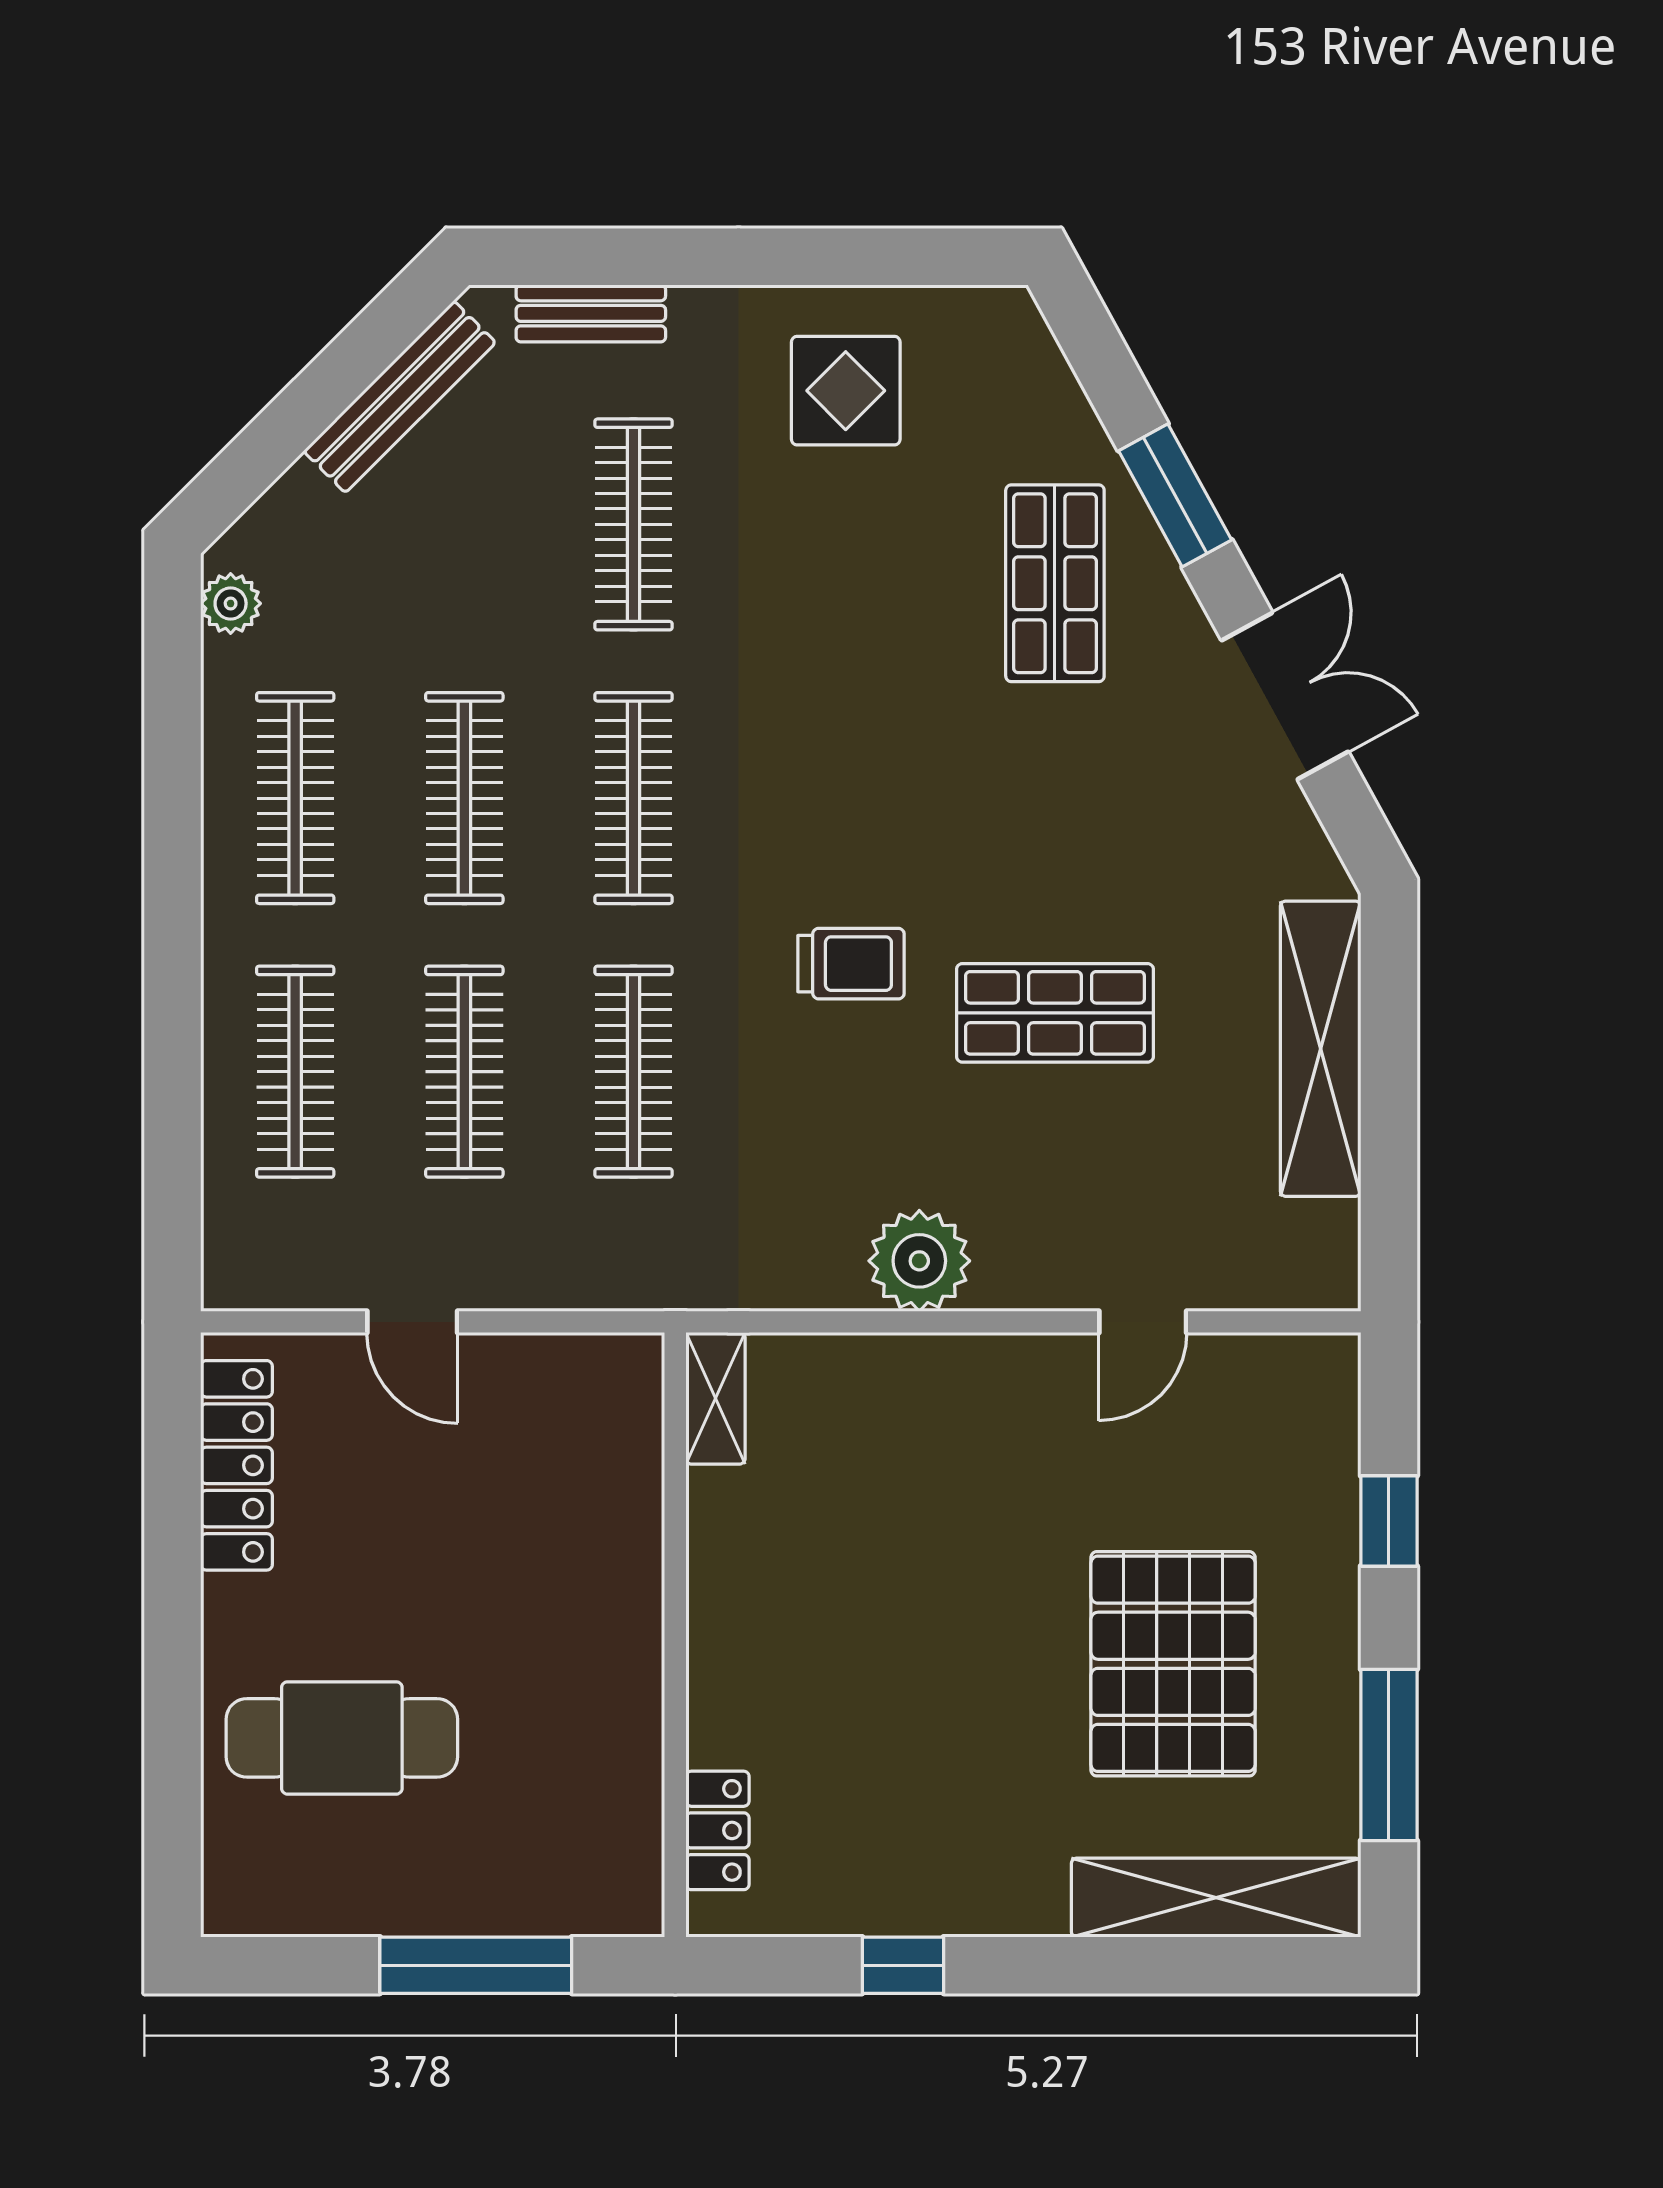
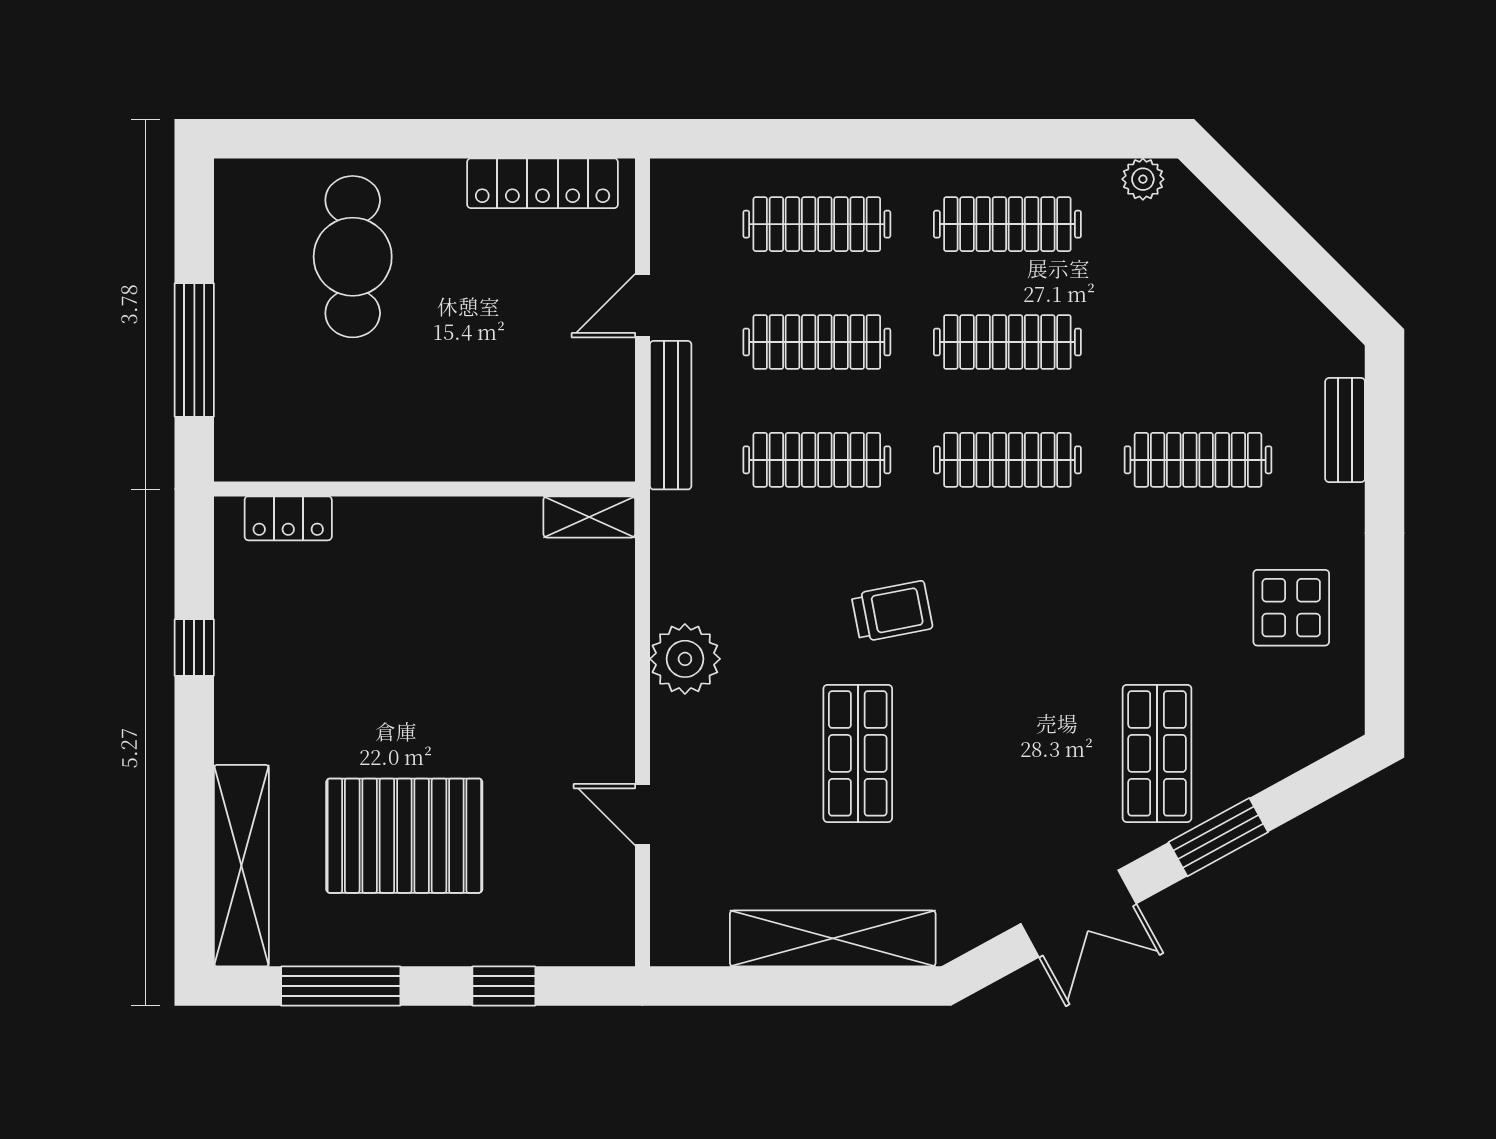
bench: (400, 397) -> (671, 415), moved, turned 45
shop shelf: (1055, 583) -> (1157, 753), turned 90
trolley: (851, 964) -> (892, 611), turned -101

